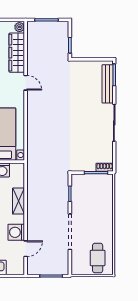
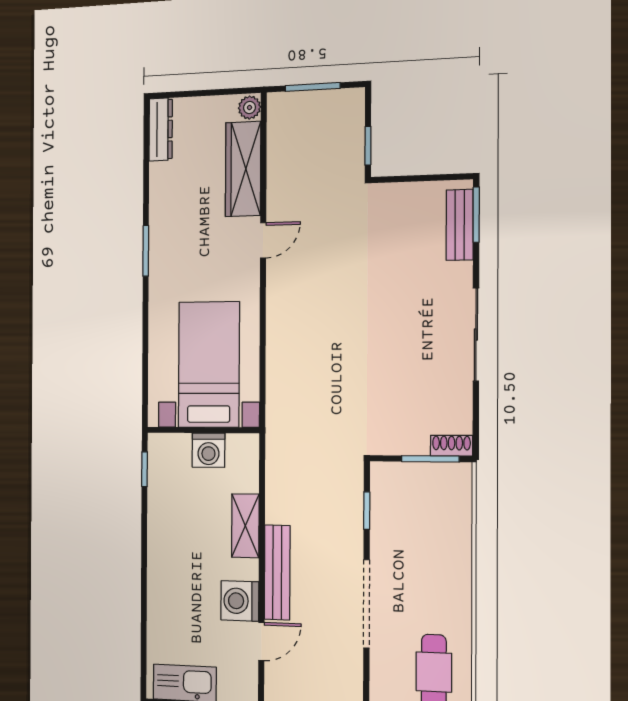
door: (26, 83) -> (263, 240), hinge flipped
bench: (108, 84) -> (460, 225), width x0.73
bench: (32, 220) -> (277, 572), added

